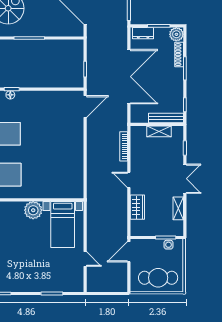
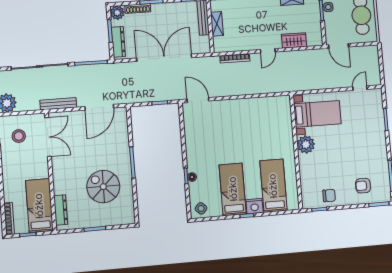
dresser: (143, 33) -> (118, 42), width x1.44
door: (85, 259) -> (360, 88), moved

